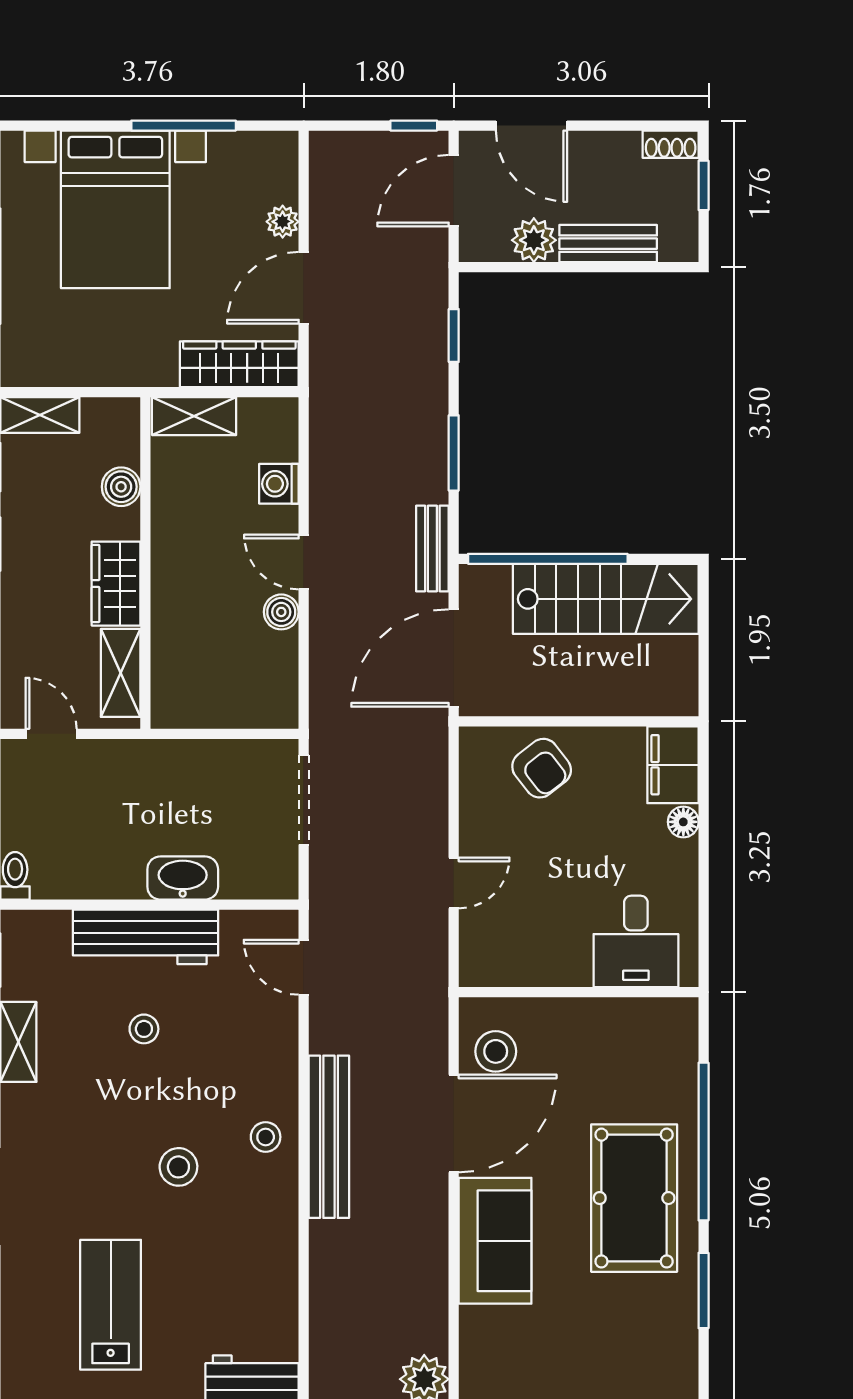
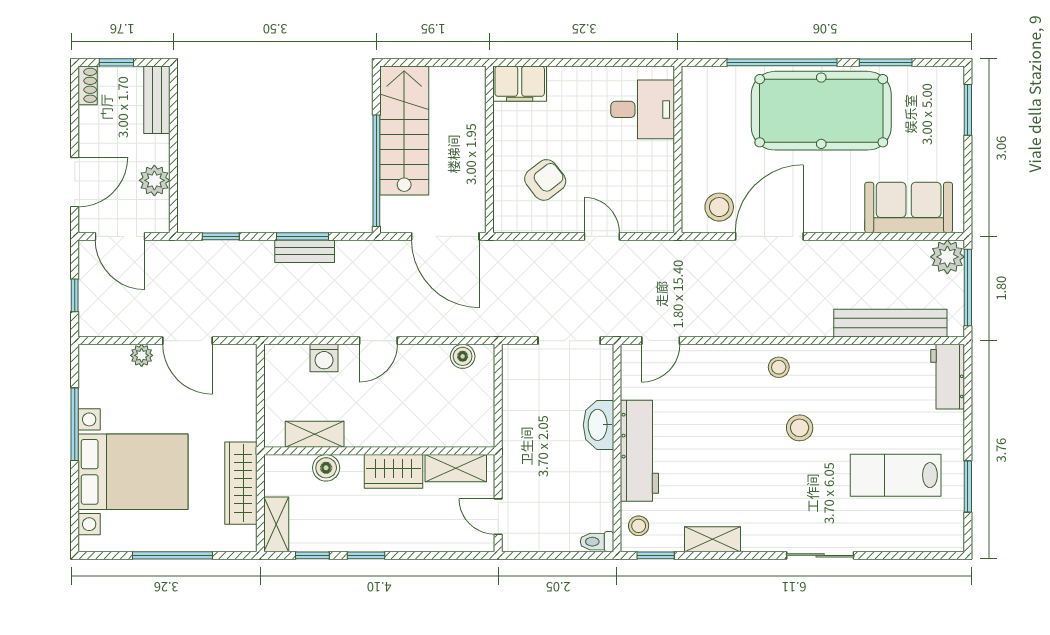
window: (414, 126) -> (75, 295), moved
bench: (608, 244) -> (157, 100), moved
wardrobe: (239, 364) -> (241, 483), moved
shelving: (194, 416) -> (315, 434), moved, turned 90
bench: (432, 549) -> (305, 251), moved
boiler: (281, 612) -> (463, 356), moved
door: (51, 734) -> (498, 517), hinge flipped
armchair: (542, 768) -> (545, 180), moved
doorway: (304, 800) -> (569, 341), moved
floor lamp: (683, 822) -> (559, 76), removed
stool: (144, 1029) -> (639, 526), moved
door: (454, 1123) -> (769, 236), hinge flipped
bench: (329, 1137) -> (890, 323), moved
pool table: (634, 1198) -> (821, 111), width x1.36, depth x1.32
sofa: (495, 1241) -> (909, 207), moved

